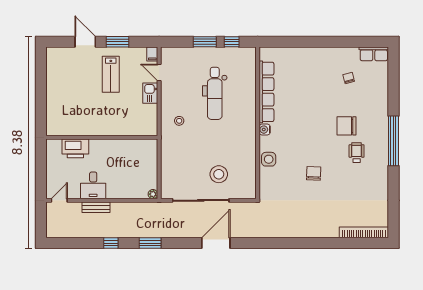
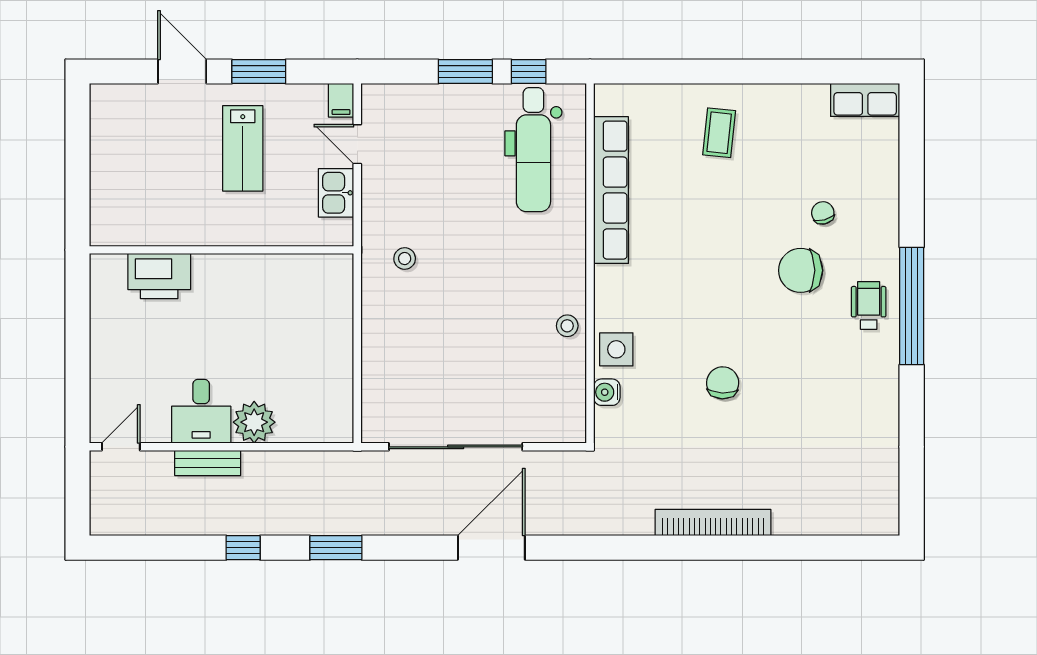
coffee table: (312, 68) -> (719, 133), added
chair: (349, 78) -> (823, 213), moved
dental chair: (215, 93) -> (533, 150), moved
water cooler: (265, 130) -> (607, 392), moved
wall: (102, 137) -> (222, 250), moved
printer: (75, 148) -> (159, 276), moved
wheelchair: (357, 153) -> (869, 306), moved
stool: (219, 174) -> (567, 326), moved, width x0.53, depth x0.53
plant: (153, 194) -> (254, 422), moved, width x1.88, depth x1.88
bookcase: (364, 232) -> (713, 523), moved

